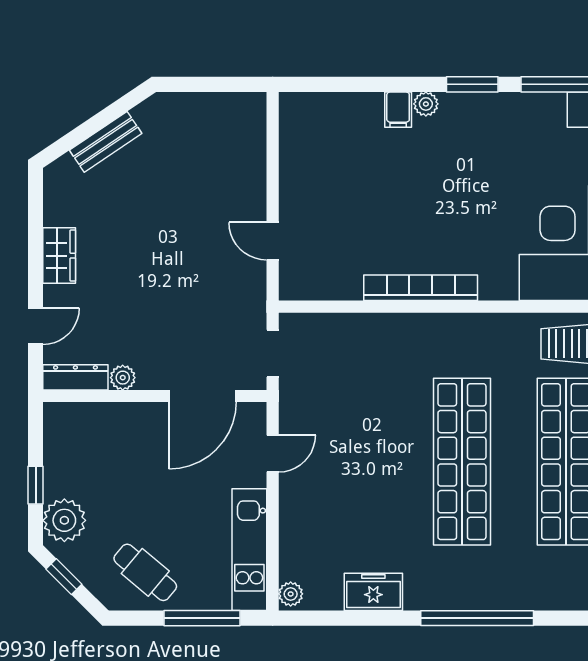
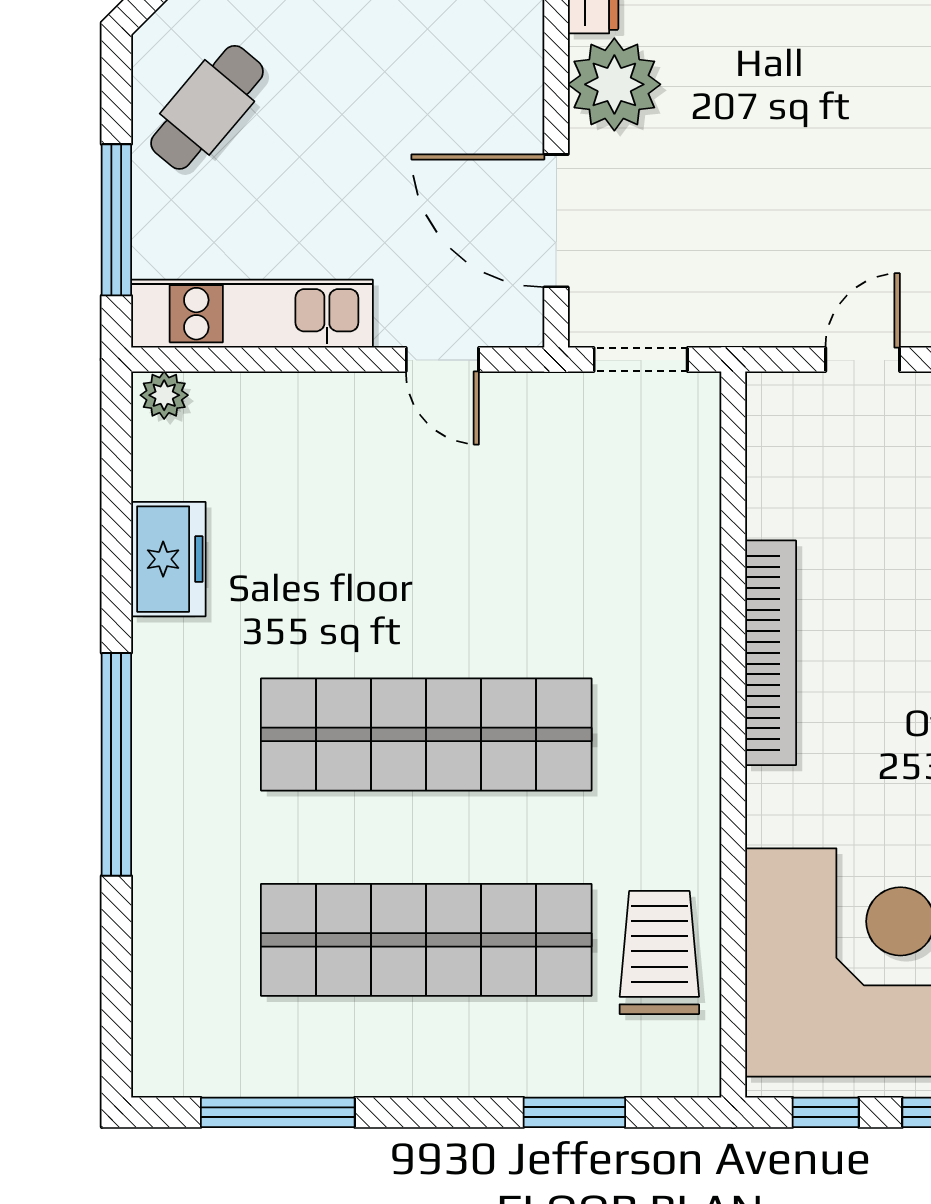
plant: (123, 378) -> (614, 84), width x1.88, depth x1.88

